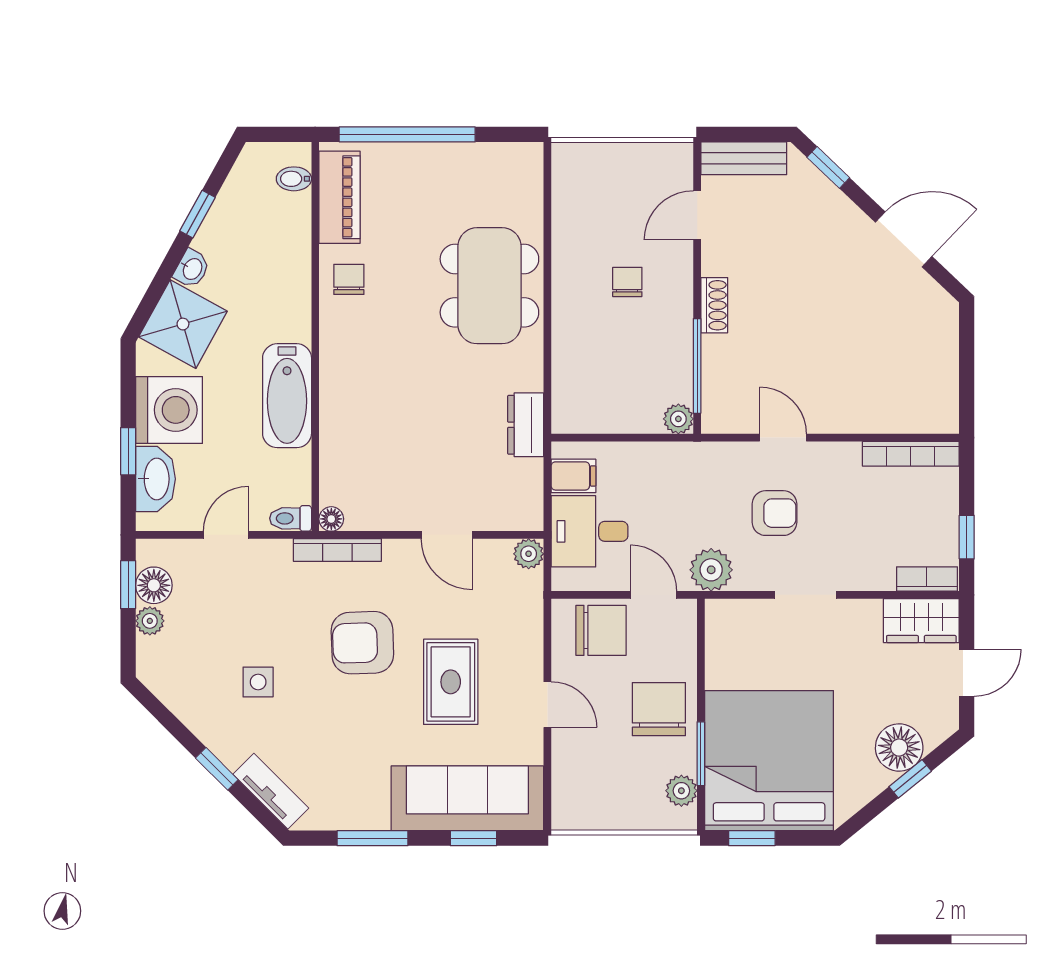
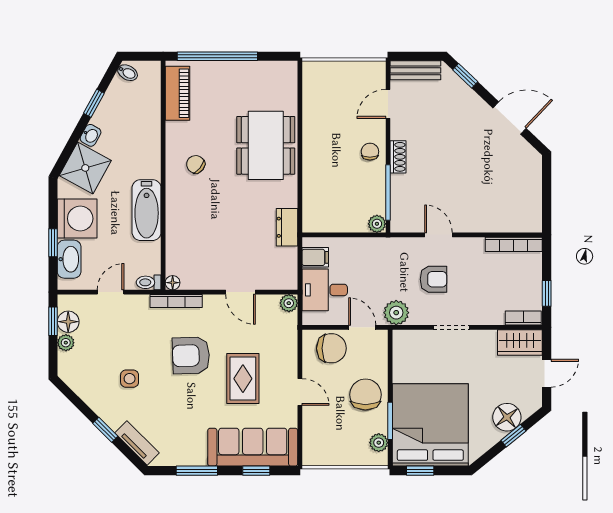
bidet: (294, 179) -> (128, 73), moved, turned -151
chair: (349, 279) -> (196, 164), moved, turned -51
chair: (627, 282) -> (370, 152), moved

